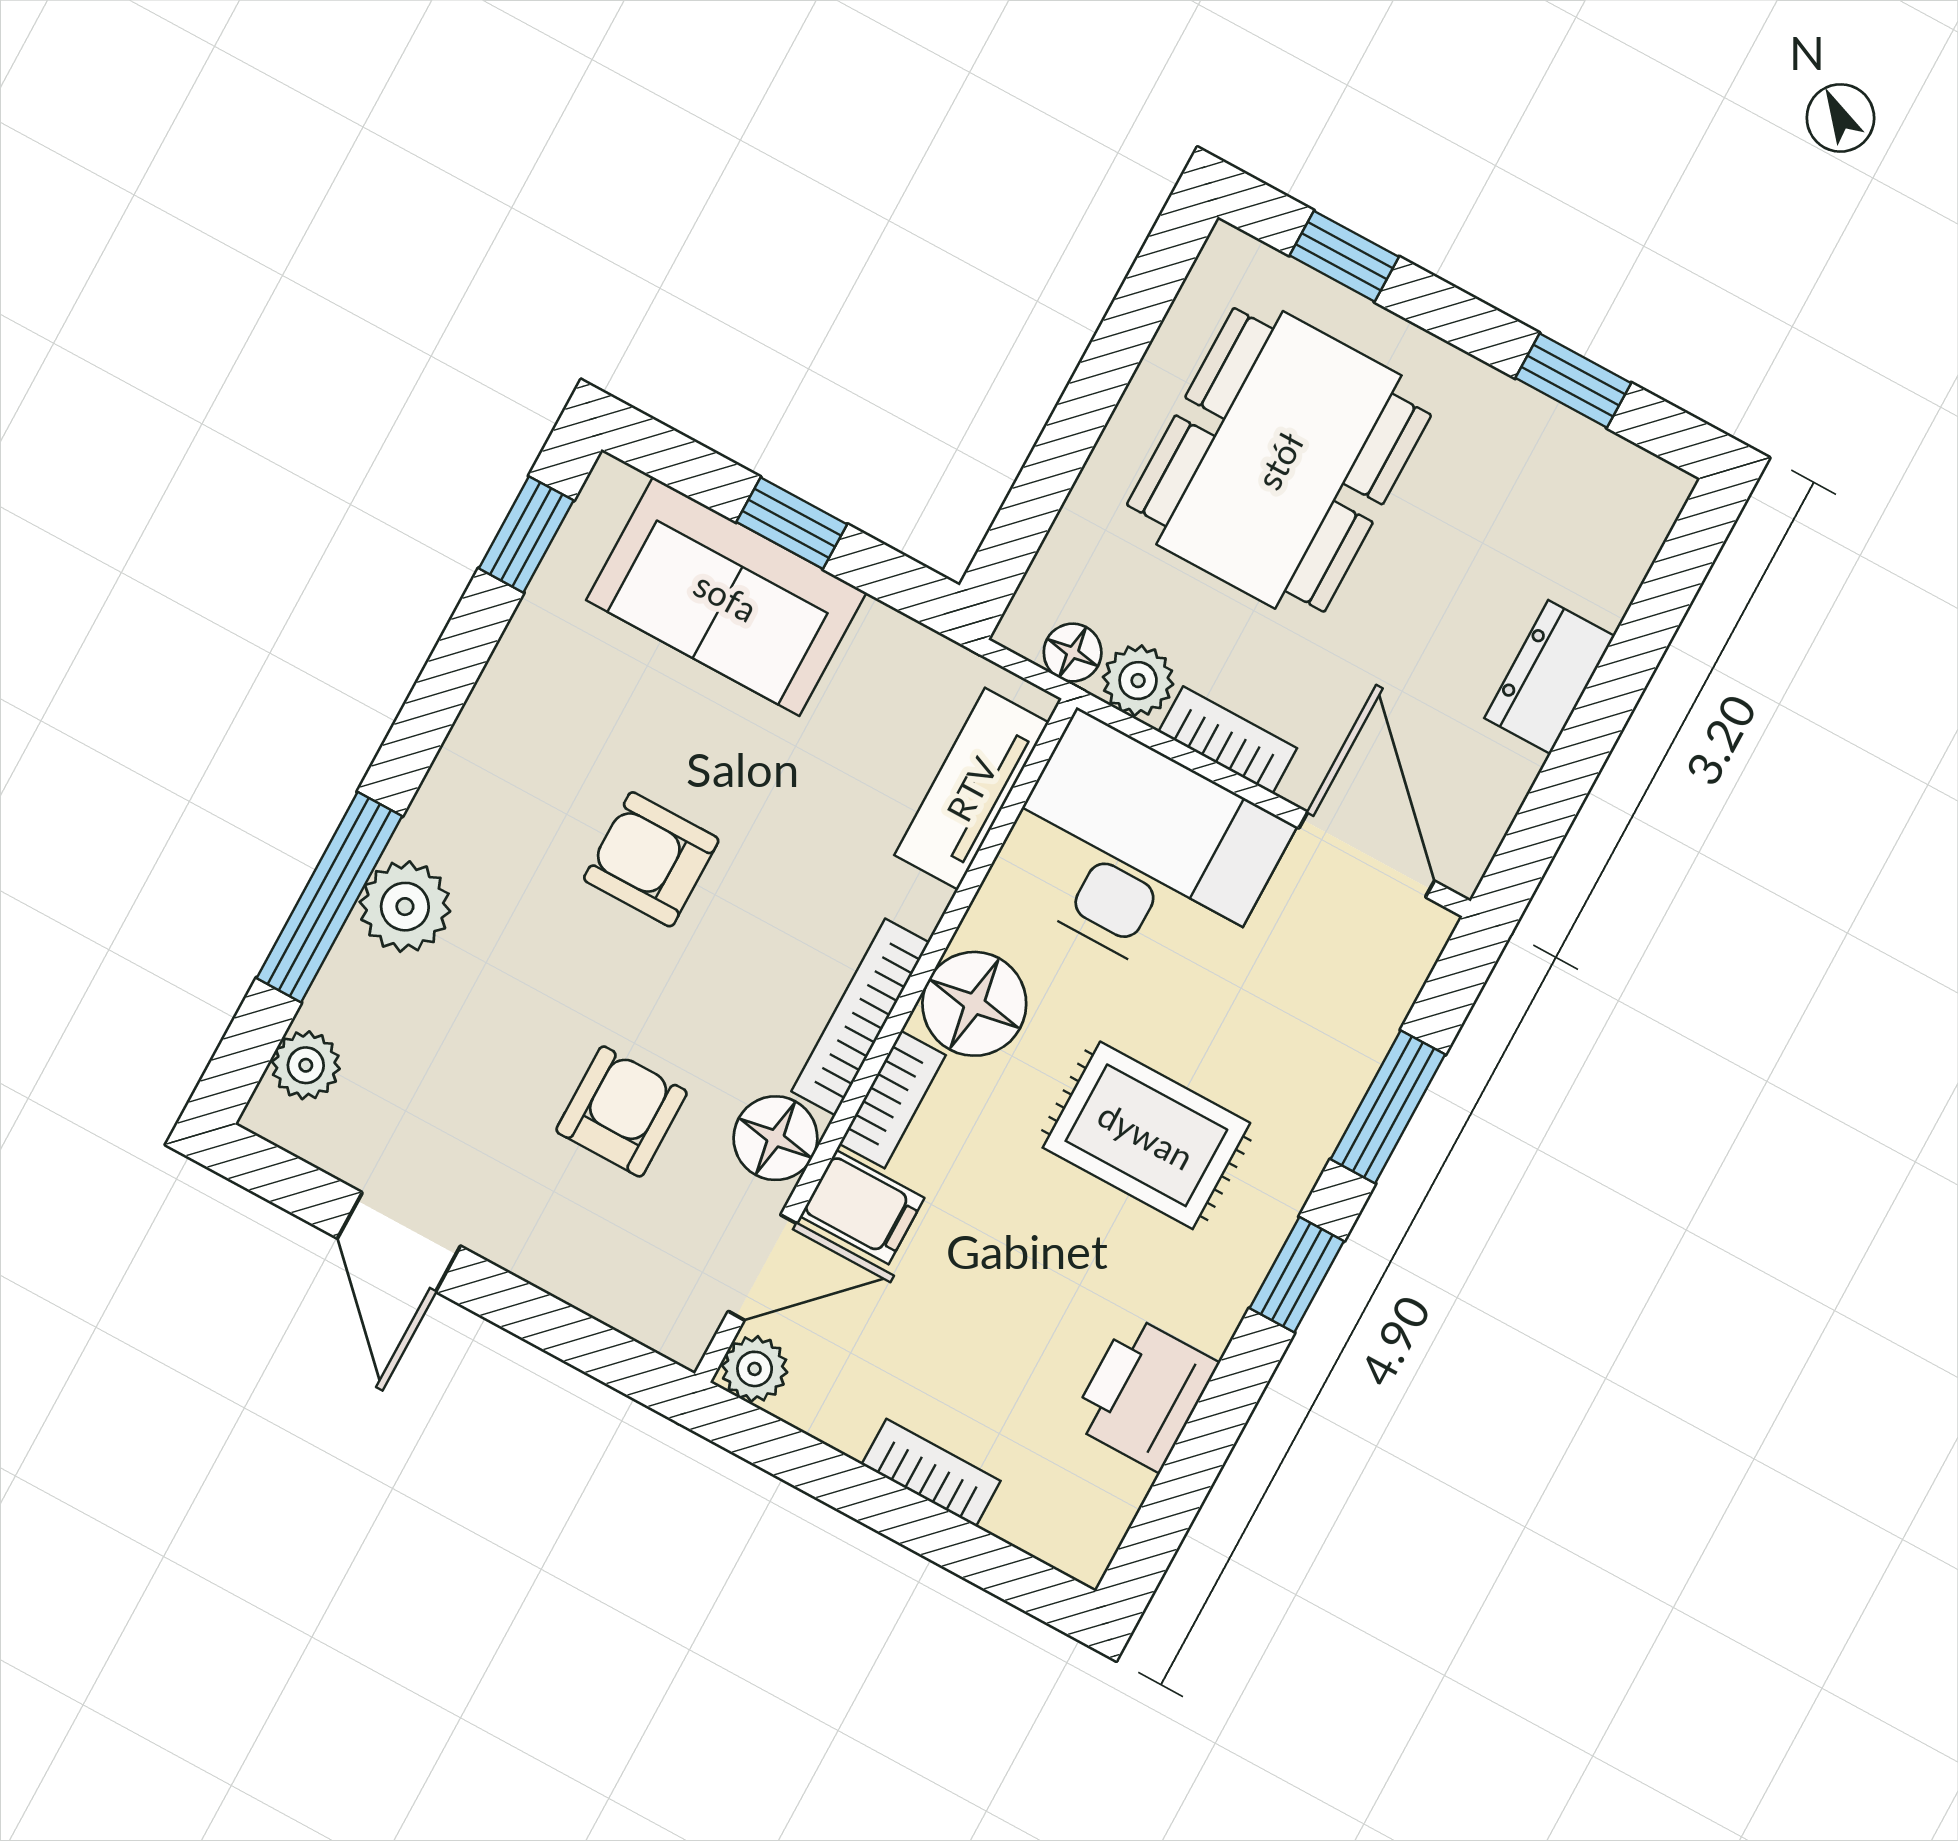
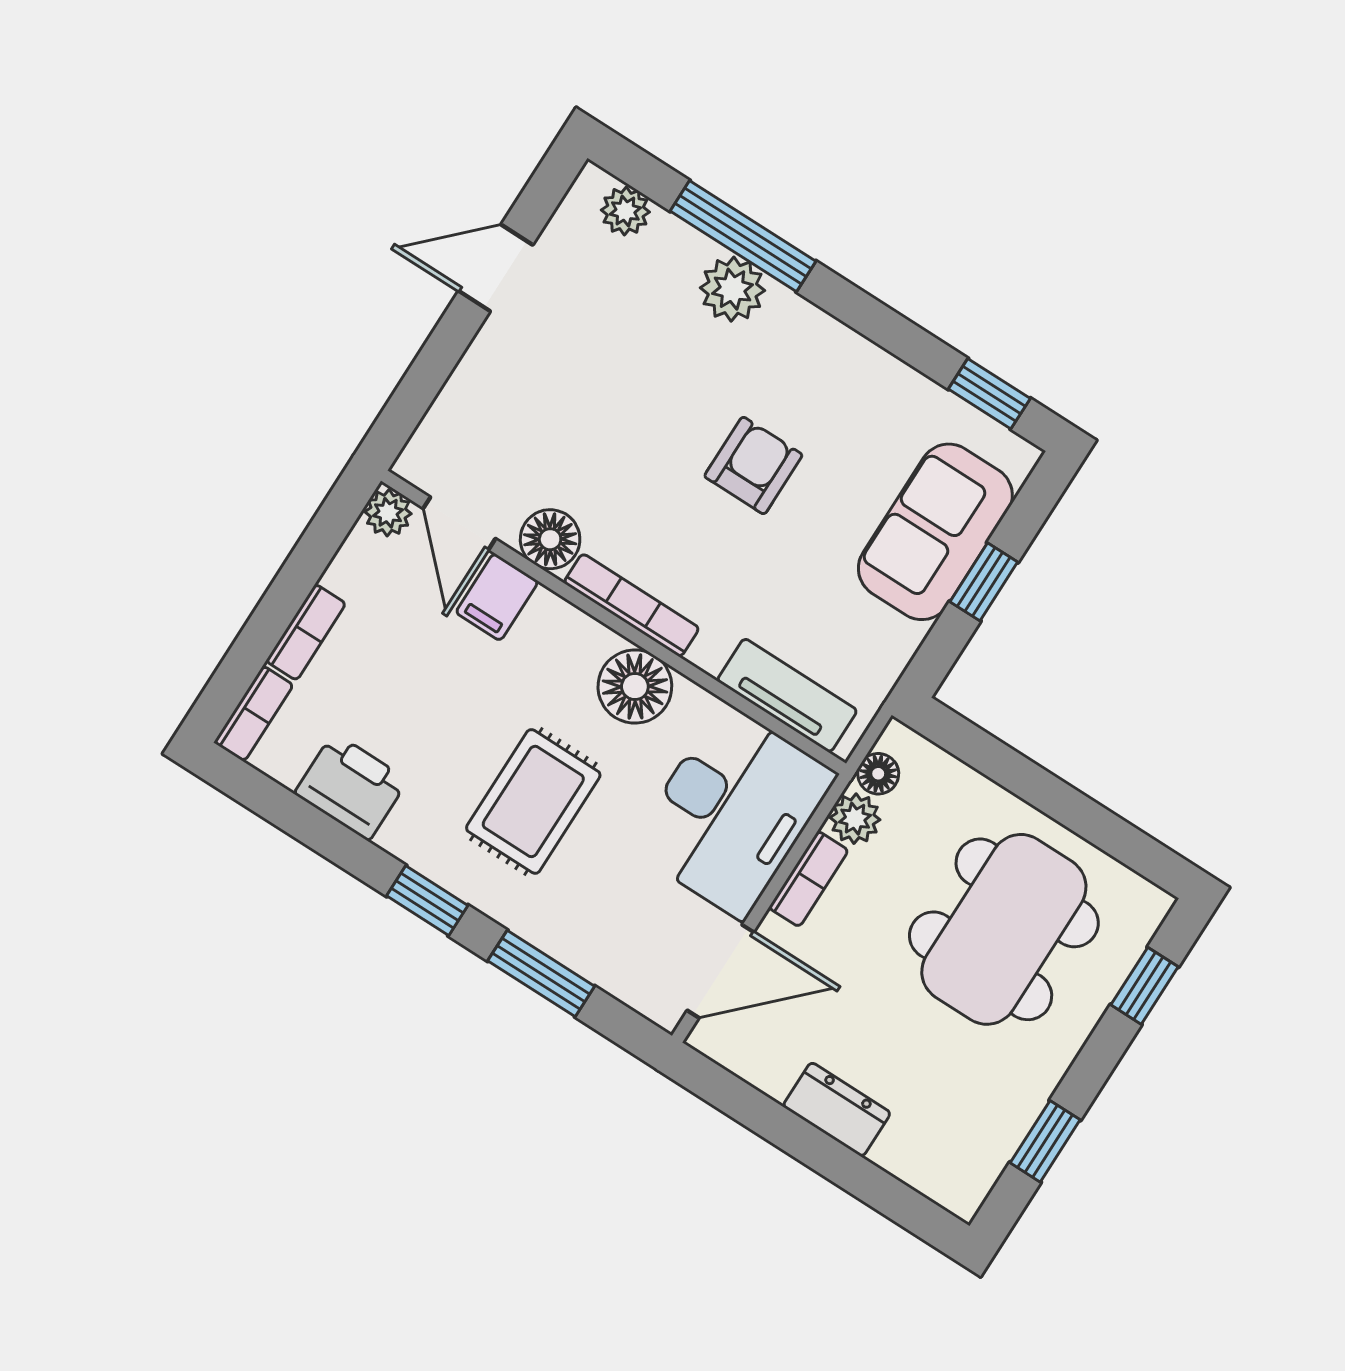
dining table: (1279, 460) -> (1004, 929), turned 90
bookcase: (893, 1100) -> (254, 713), moved, turned -90
armchair: (622, 1111) -> (577, 432), removed

